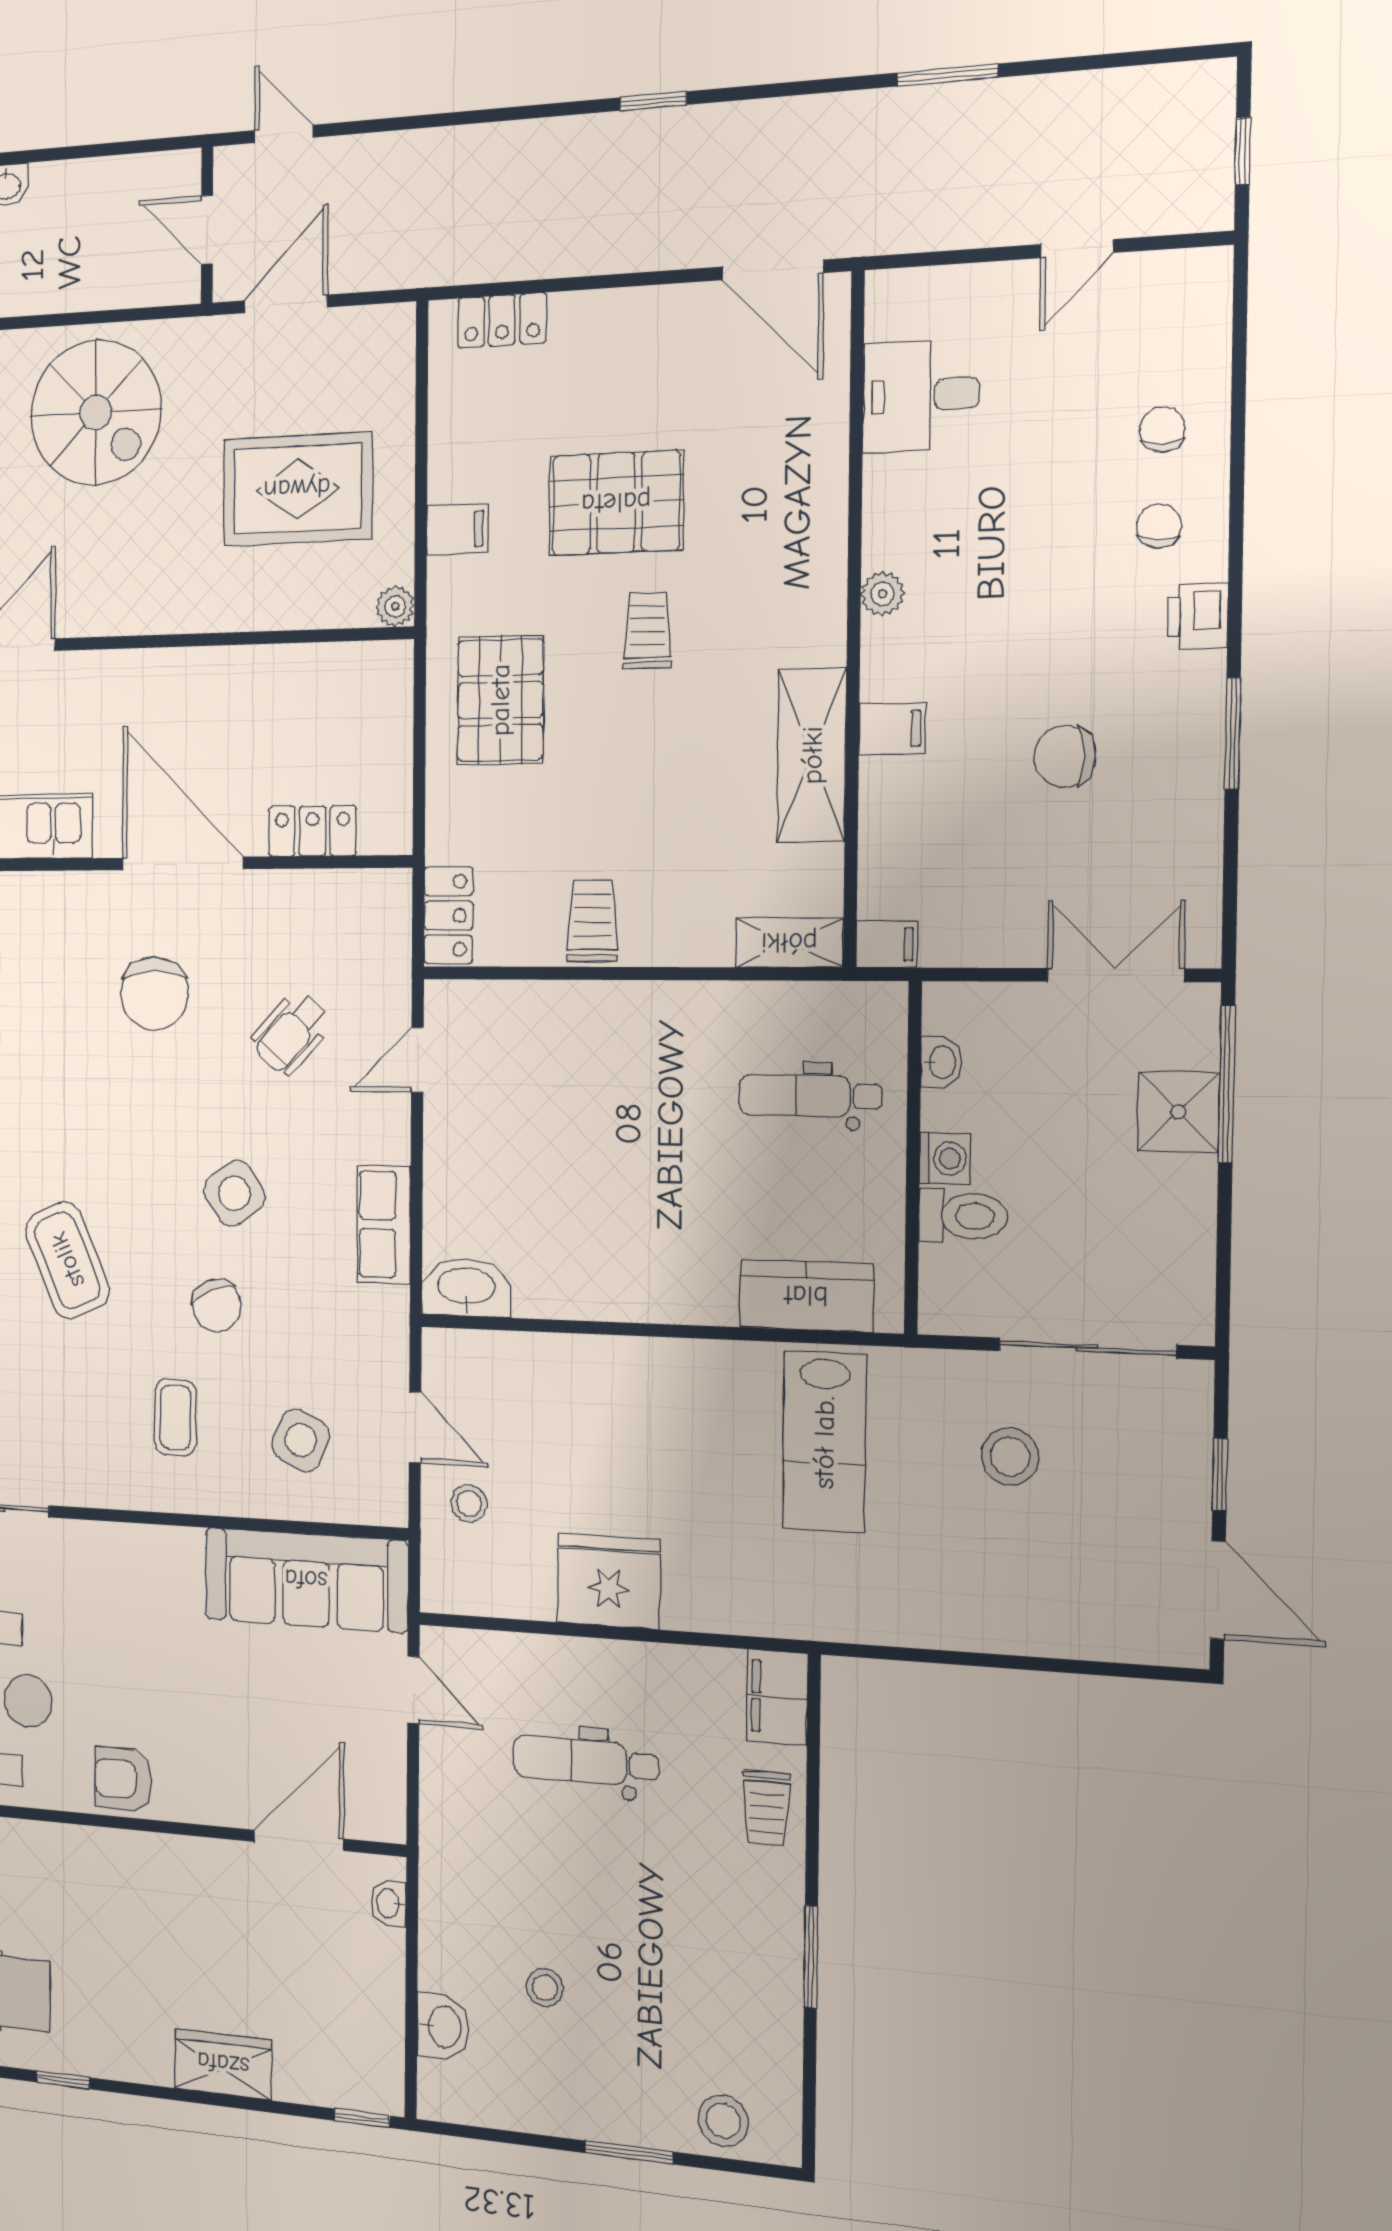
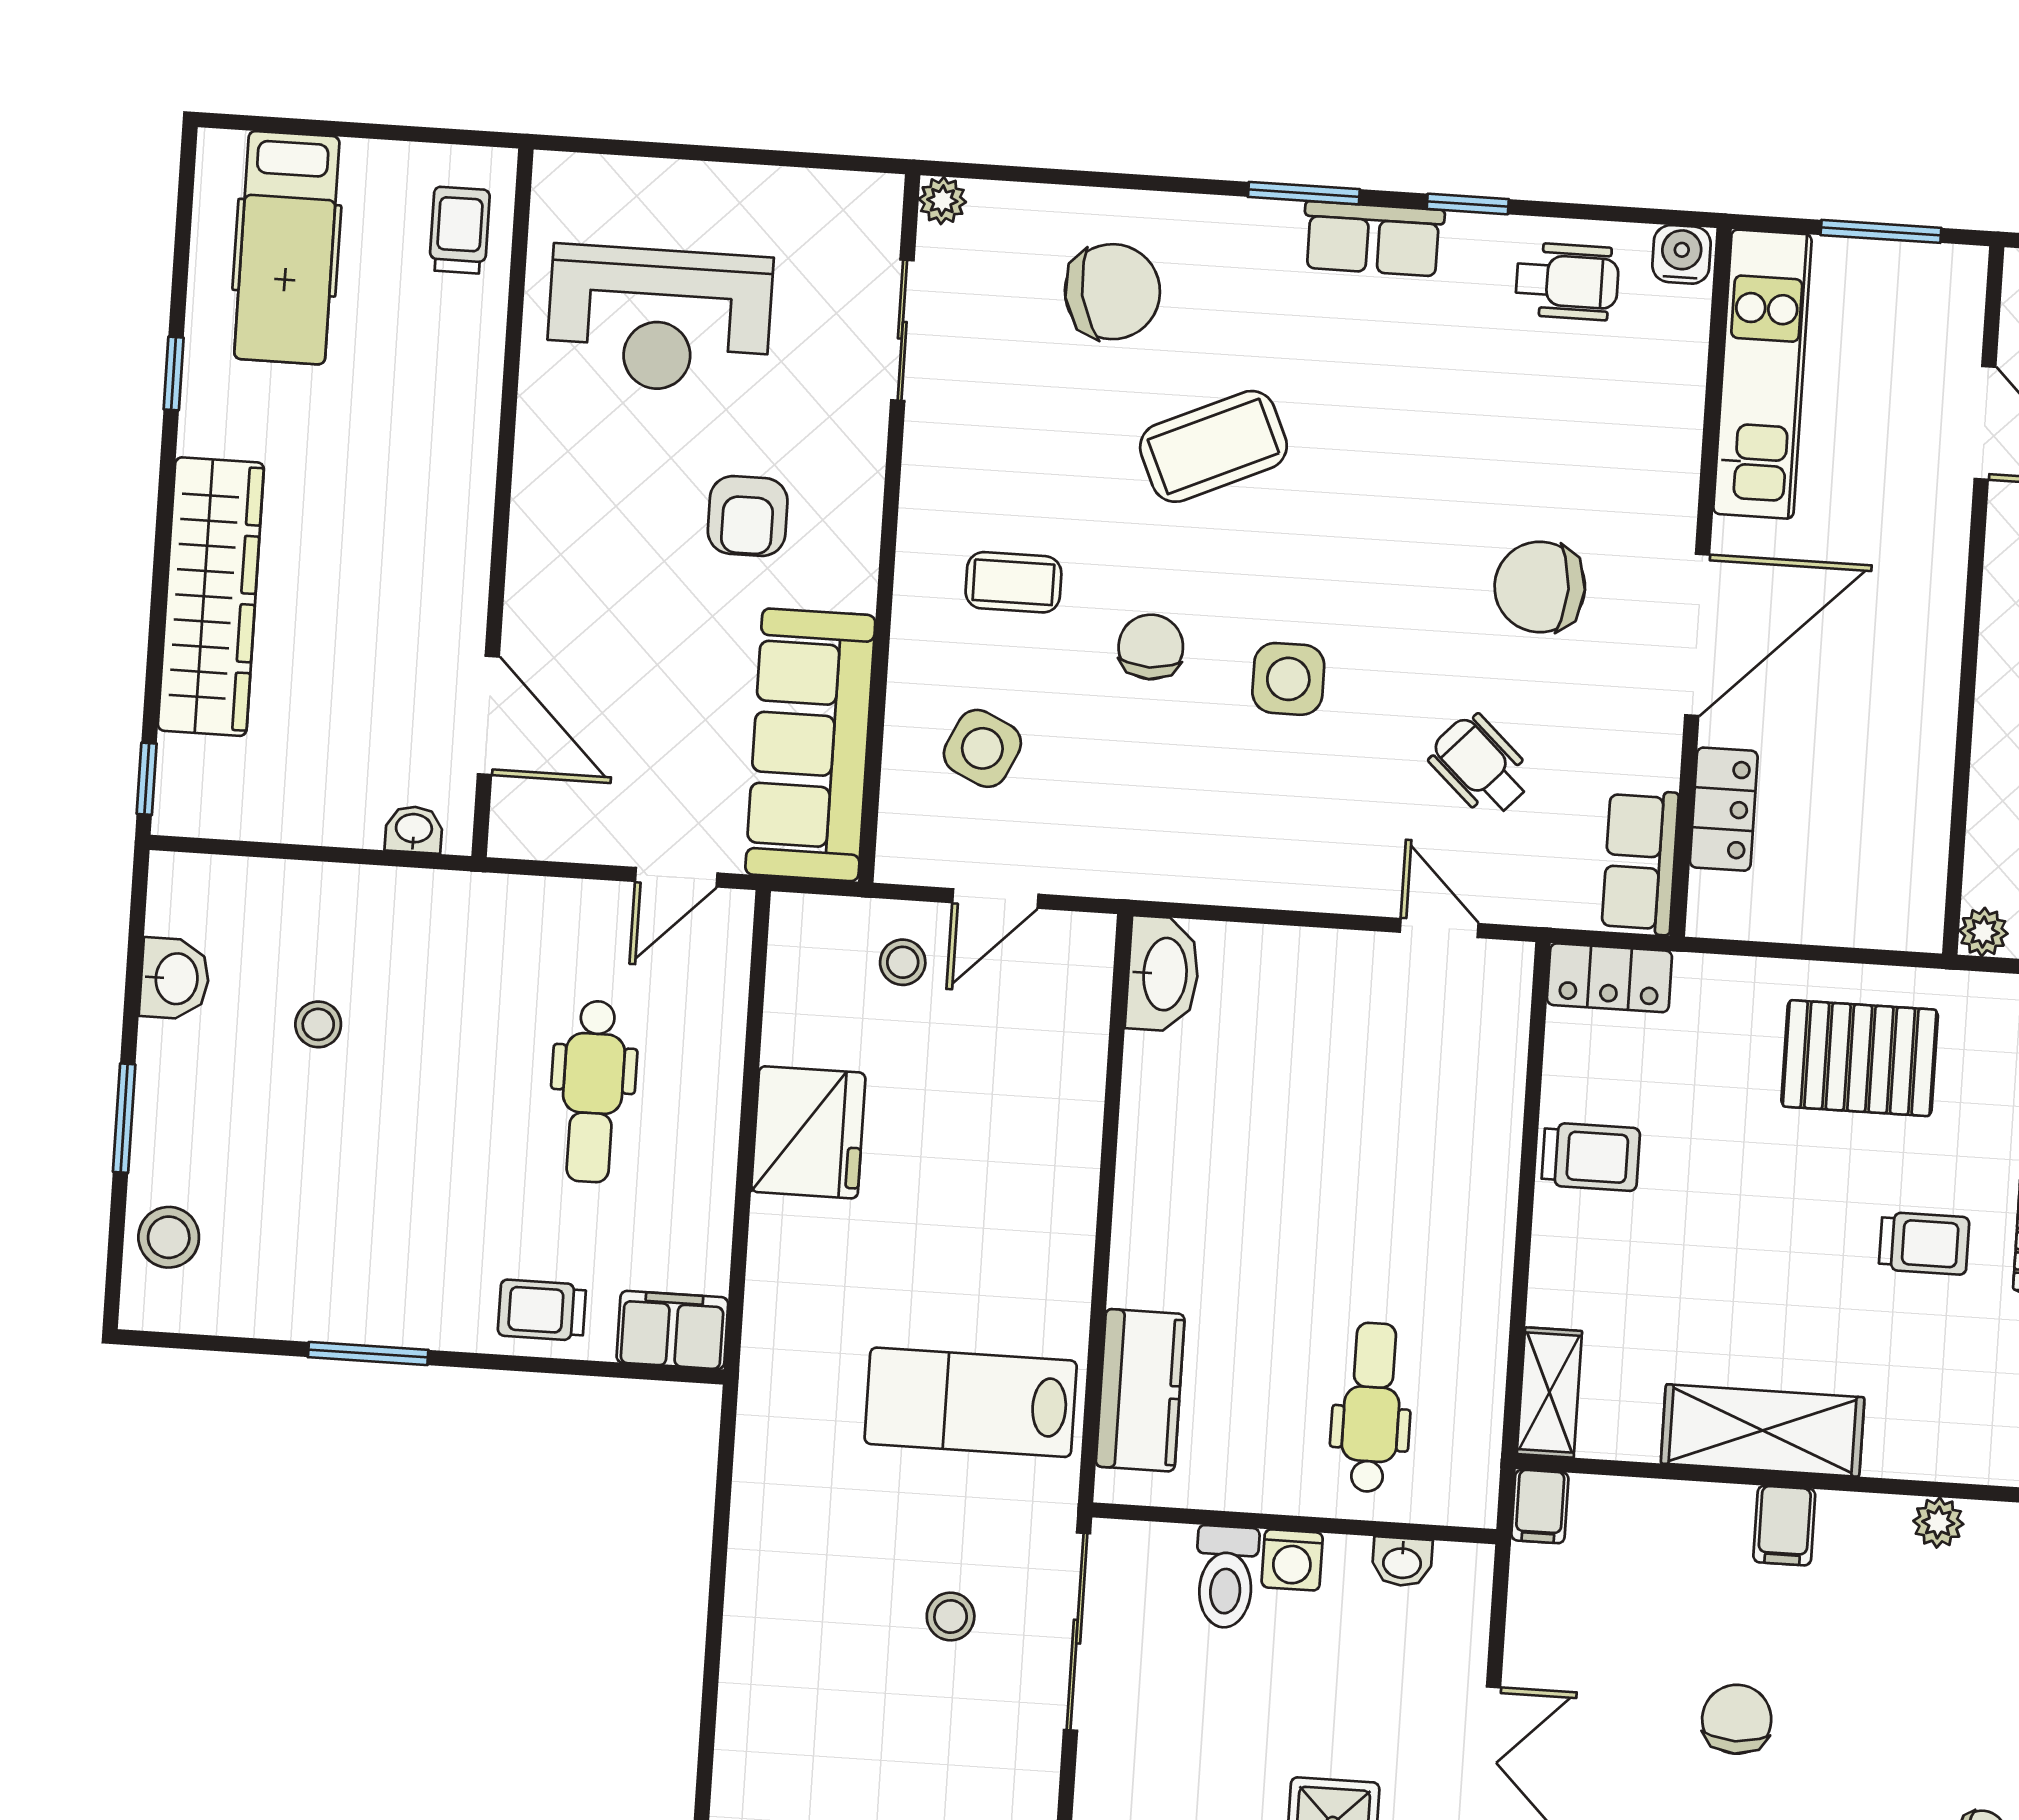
side table: (234, 1193) -> (1288, 679), turned 35
row of seats: (384, 1225) -> (1640, 862), moved, turned -90
chair: (217, 1306) -> (1151, 647), turned 113
sliding door: (1087, 1348) -> (1077, 1632), moved
stool: (1010, 1456) -> (951, 1616), width x0.73, depth x0.73
dental chair: (586, 1761) -> (593, 1092), turned 180
armchair: (123, 1779) -> (748, 516), moved, turned 180
washbasin: (443, 2027) -> (175, 979), moved, turned -90
wardrobe: (223, 2064) -> (211, 597), width x2.10, depth x1.17

